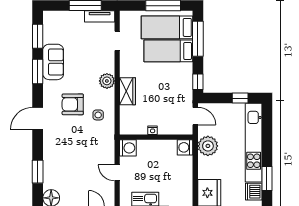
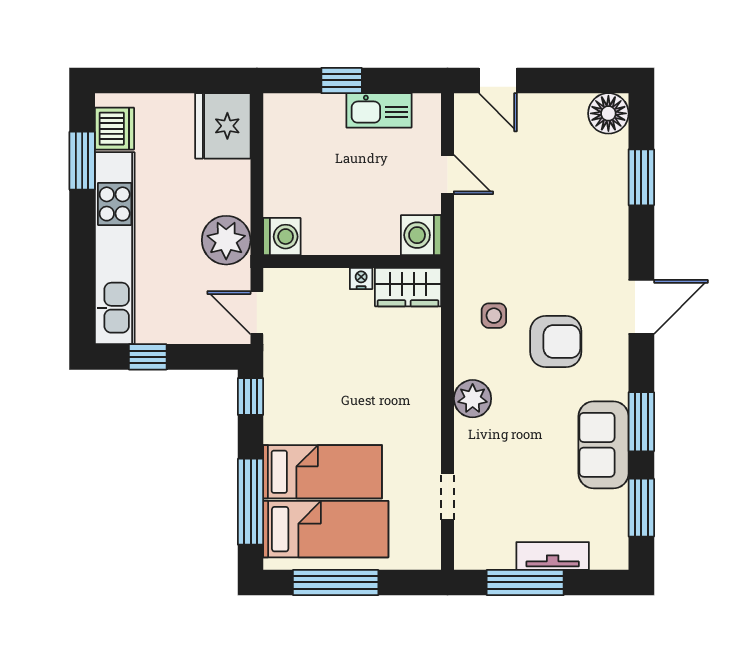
tv unit: (100, 16) -> (553, 556), moved
wardrobe: (128, 91) -> (408, 287), moved, turned -90

